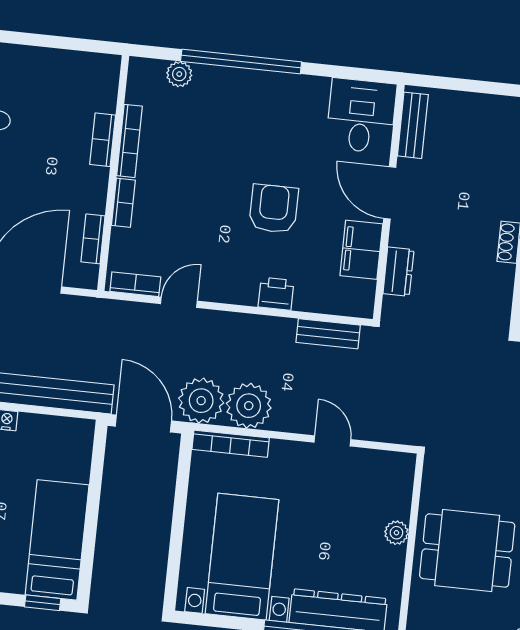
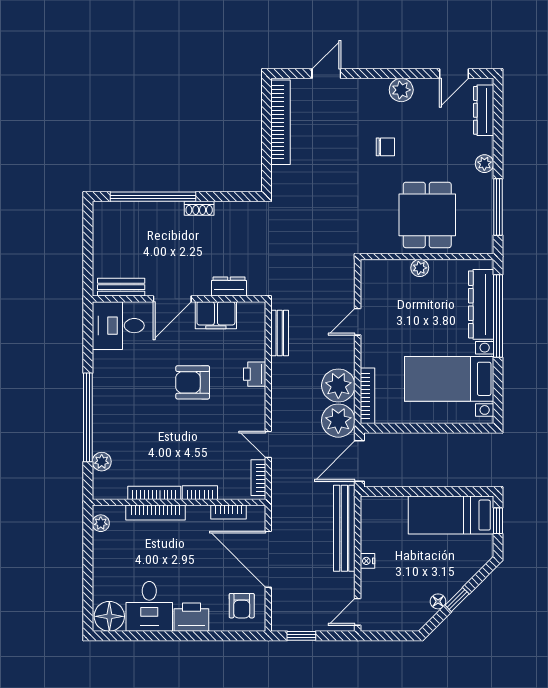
plant: (96, 64) -> (101, 523), added
bookcase: (103, 140) -> (155, 512), width x1.56

